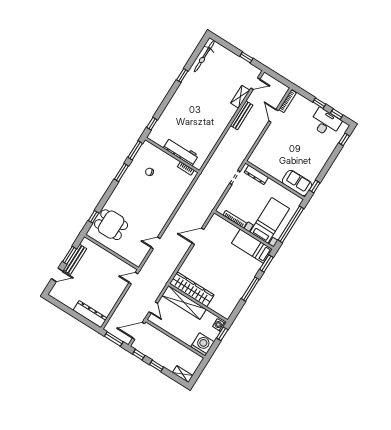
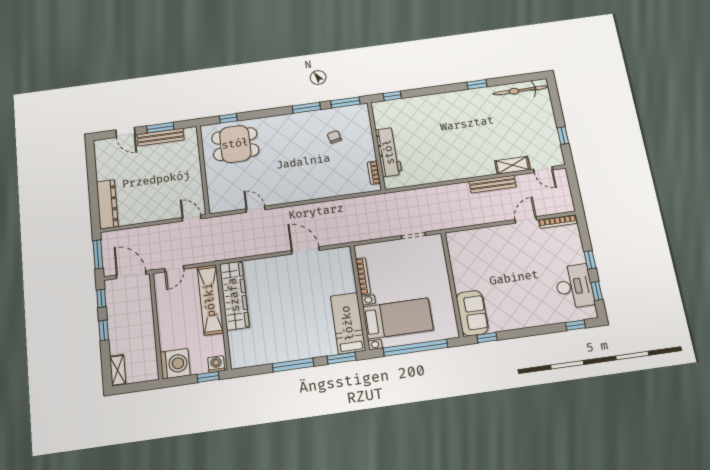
dresser: (256, 175) -> (439, 258), removed
dining table: (111, 225) -> (235, 144), turned 90

